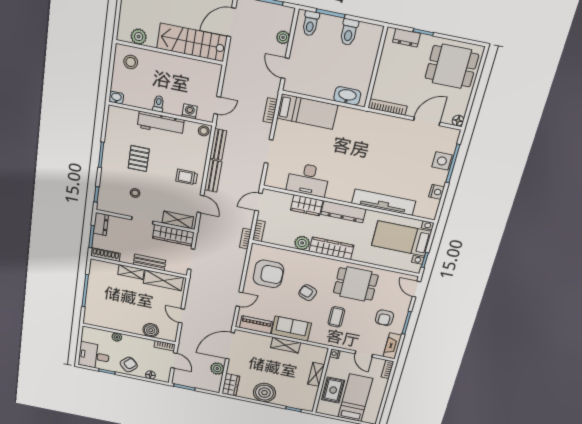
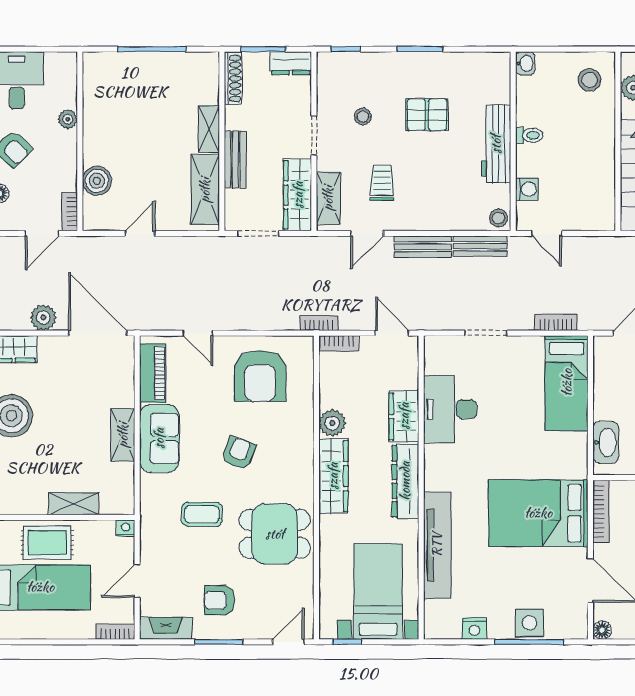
bed: (379, 143) -> (538, 513), added
trolley: (187, 177) -> (382, 183), moved
dining table: (356, 284) -> (275, 534), turned 90

